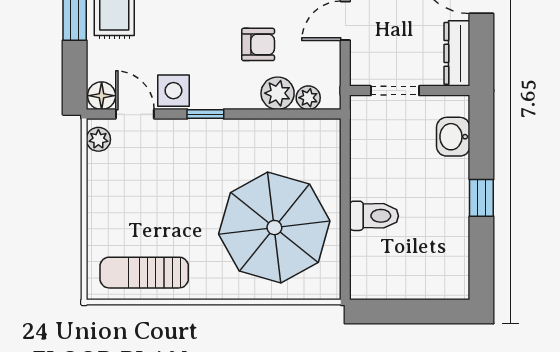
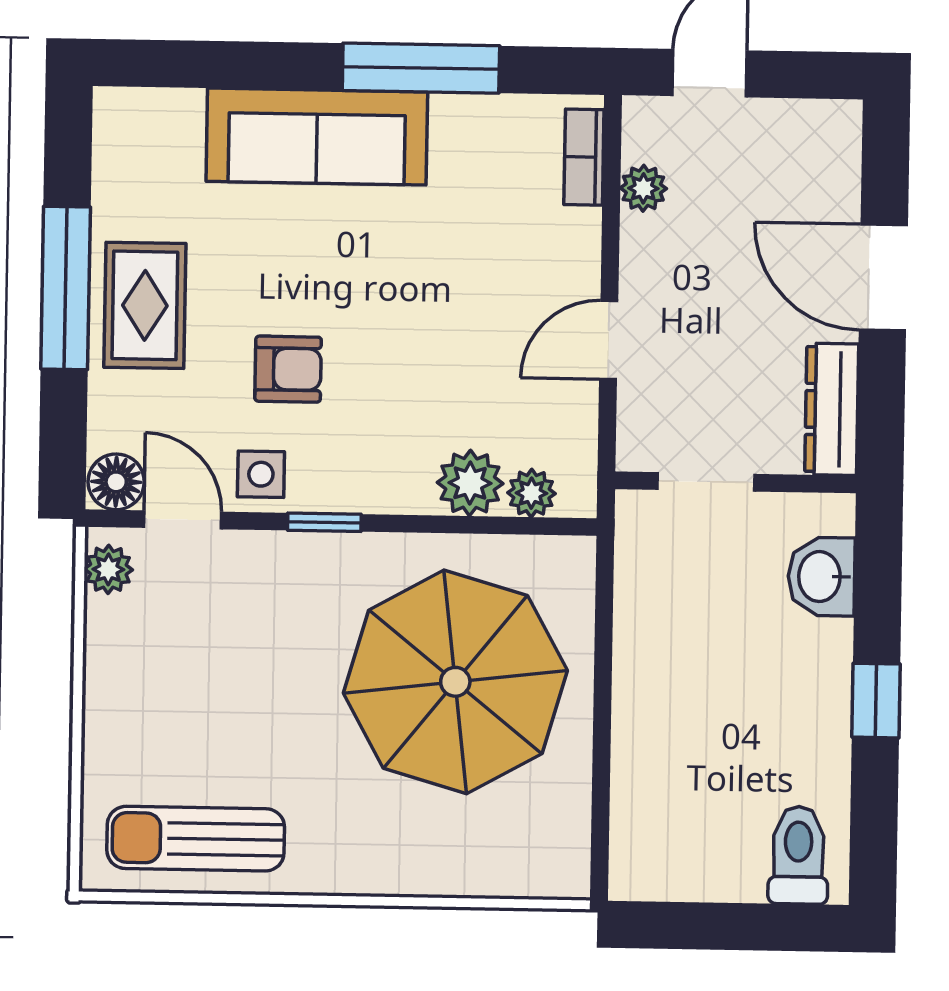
armchair: (258, 44) -> (288, 369), moved
side table: (173, 91) -> (261, 474), width x0.73, depth x0.73
toilet: (374, 216) -> (798, 855), moved, turned -90
parasol: (274, 228) -> (455, 682), moved

